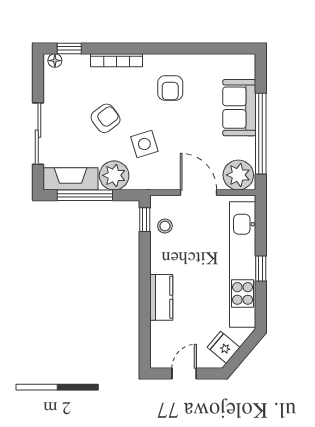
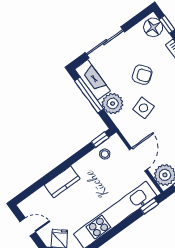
floor lamp: (55, 61) -> (153, 27), width x1.89, depth x1.89
window: (261, 269) -> (149, 206), moved

